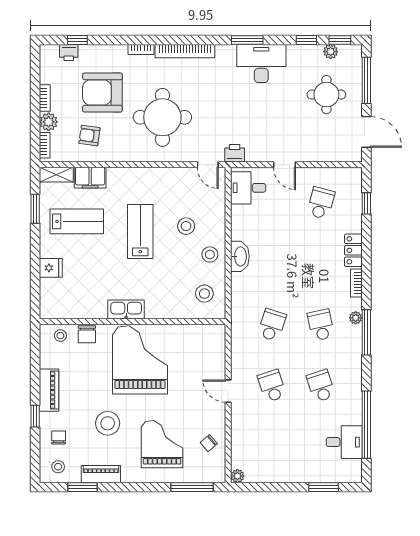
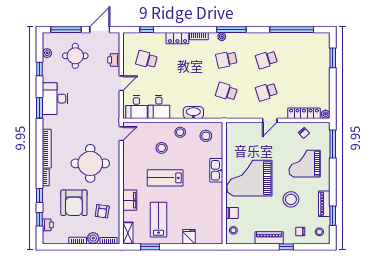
window: (340, 40) -> (39, 195), moved
printer: (235, 153) -> (114, 60), moved
filing cabinet: (90, 178) -> (130, 200), moved
washbasin: (240, 256) -> (193, 113), moved
kitchen sink: (126, 309) -> (216, 170), moved
desk: (344, 442) -> (159, 107), moved, turned 180
locker: (239, 443) -> (304, 113), added

